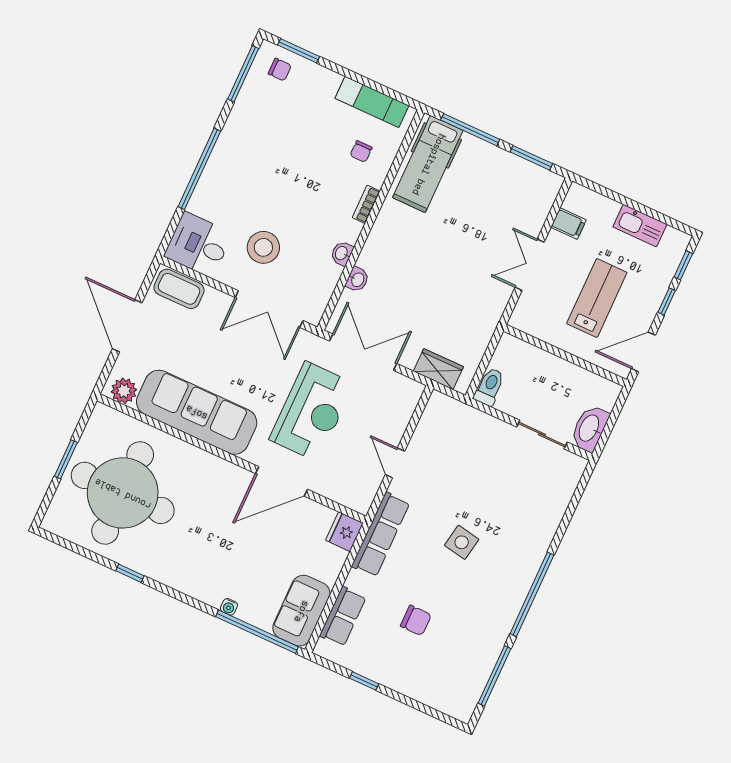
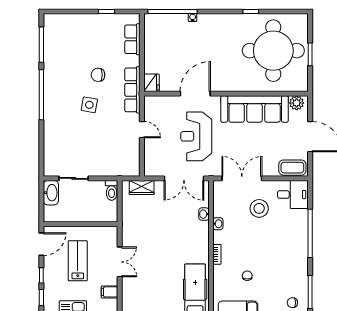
chair: (361, 151) -> (247, 276), moved
lab bench: (597, 298) -> (78, 261), turned 180
sofa: (301, 611) -> (155, 33), removed
chair: (416, 620) -> (98, 75), moved

